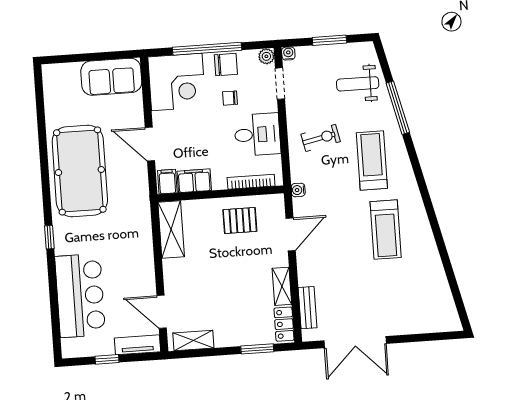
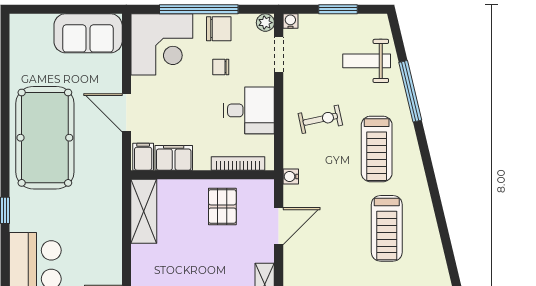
treadmill: (372, 161) -> (377, 149), turned 180
pallet: (240, 220) -> (222, 206), turned 90

